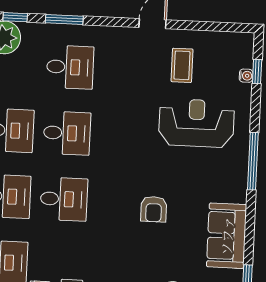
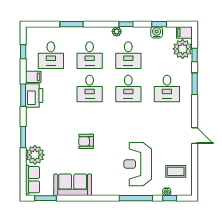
coffee table: (182, 65) -> (176, 171), moved
reception desk: (196, 123) -> (138, 164), turned 180
window: (253, 161) -> (136, 198), moved

